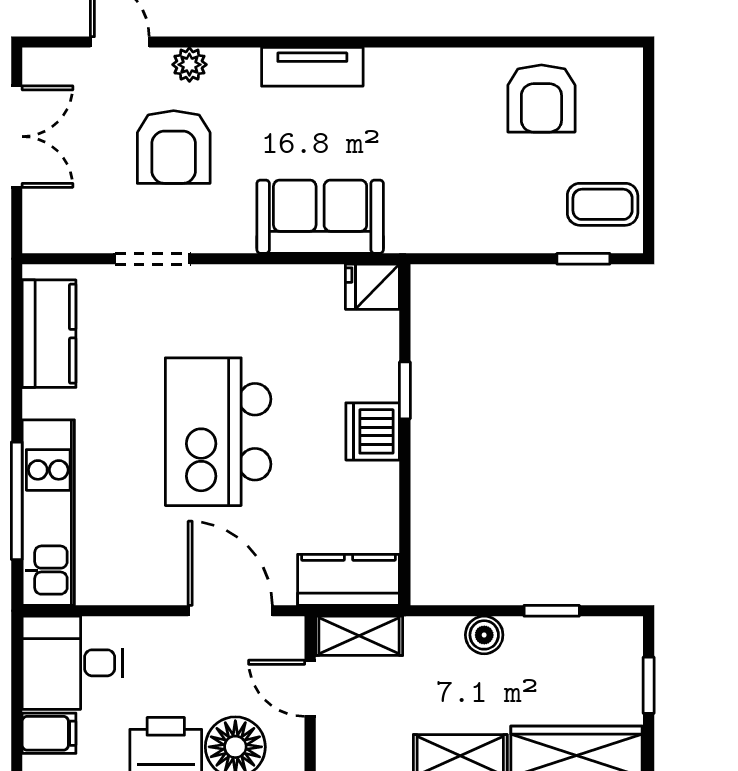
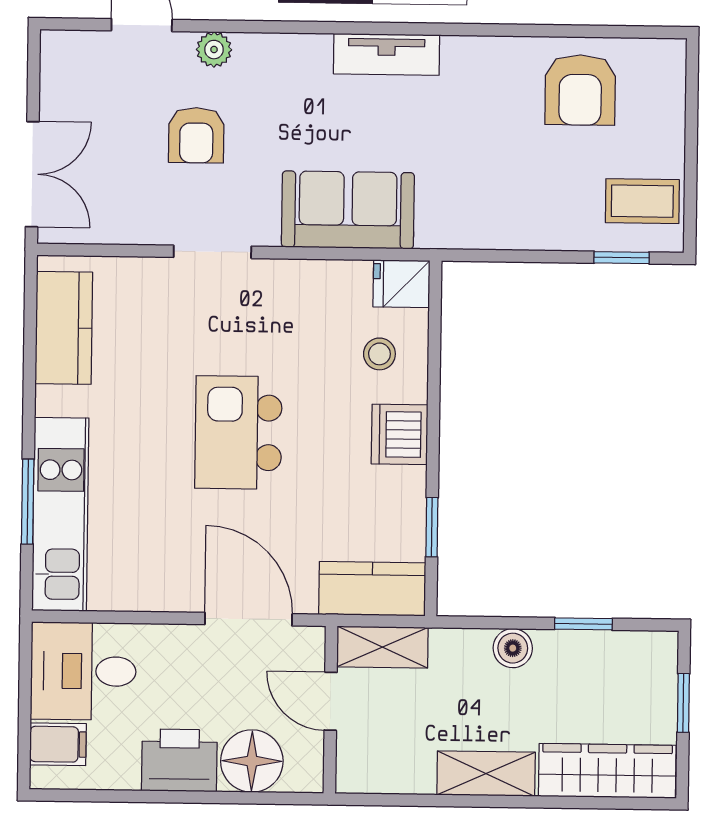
tv unit: (312, 67) -> (387, 54), moved
double door: (17, 137) -> (32, 174), moved
armchair: (174, 147) -> (196, 135), width x0.72, depth x0.72
doorway: (152, 259) -> (212, 252), moved
stool: (352, 354) -> (379, 354), added
window: (405, 390) -> (432, 527), moved
kitchen island: (218, 432) -> (238, 432), width x0.73, depth x0.78
window: (17, 501) -> (28, 502), width x0.69

